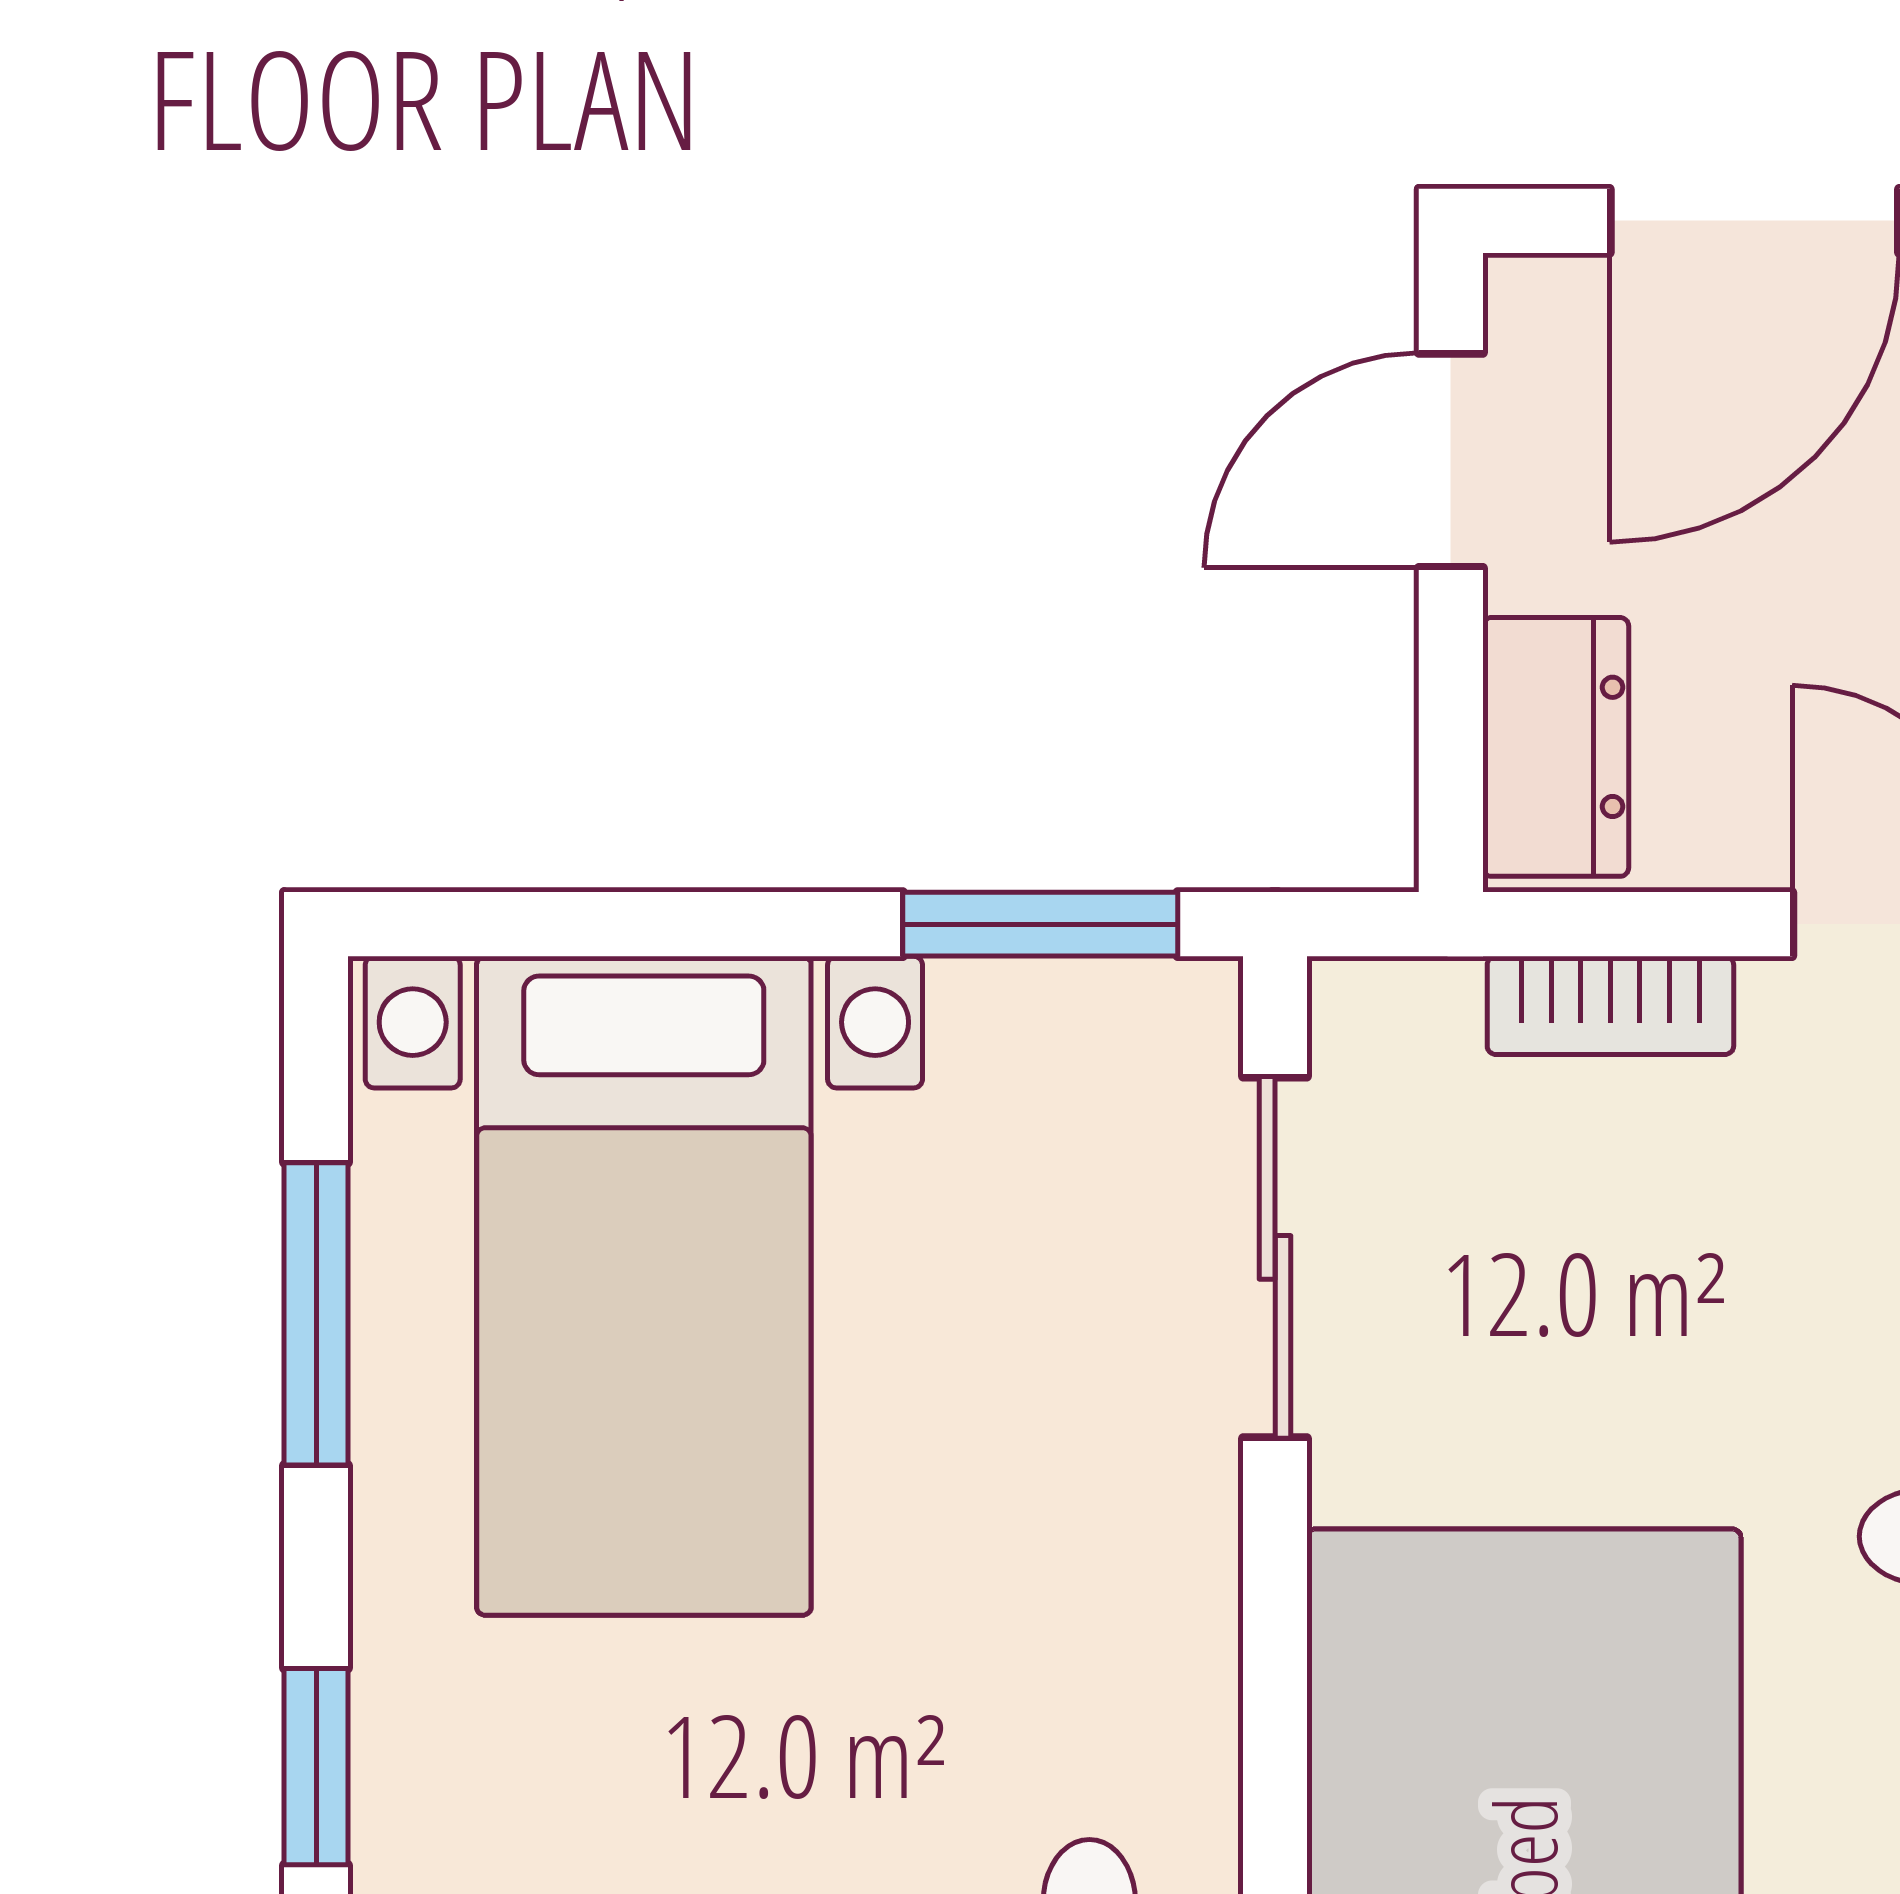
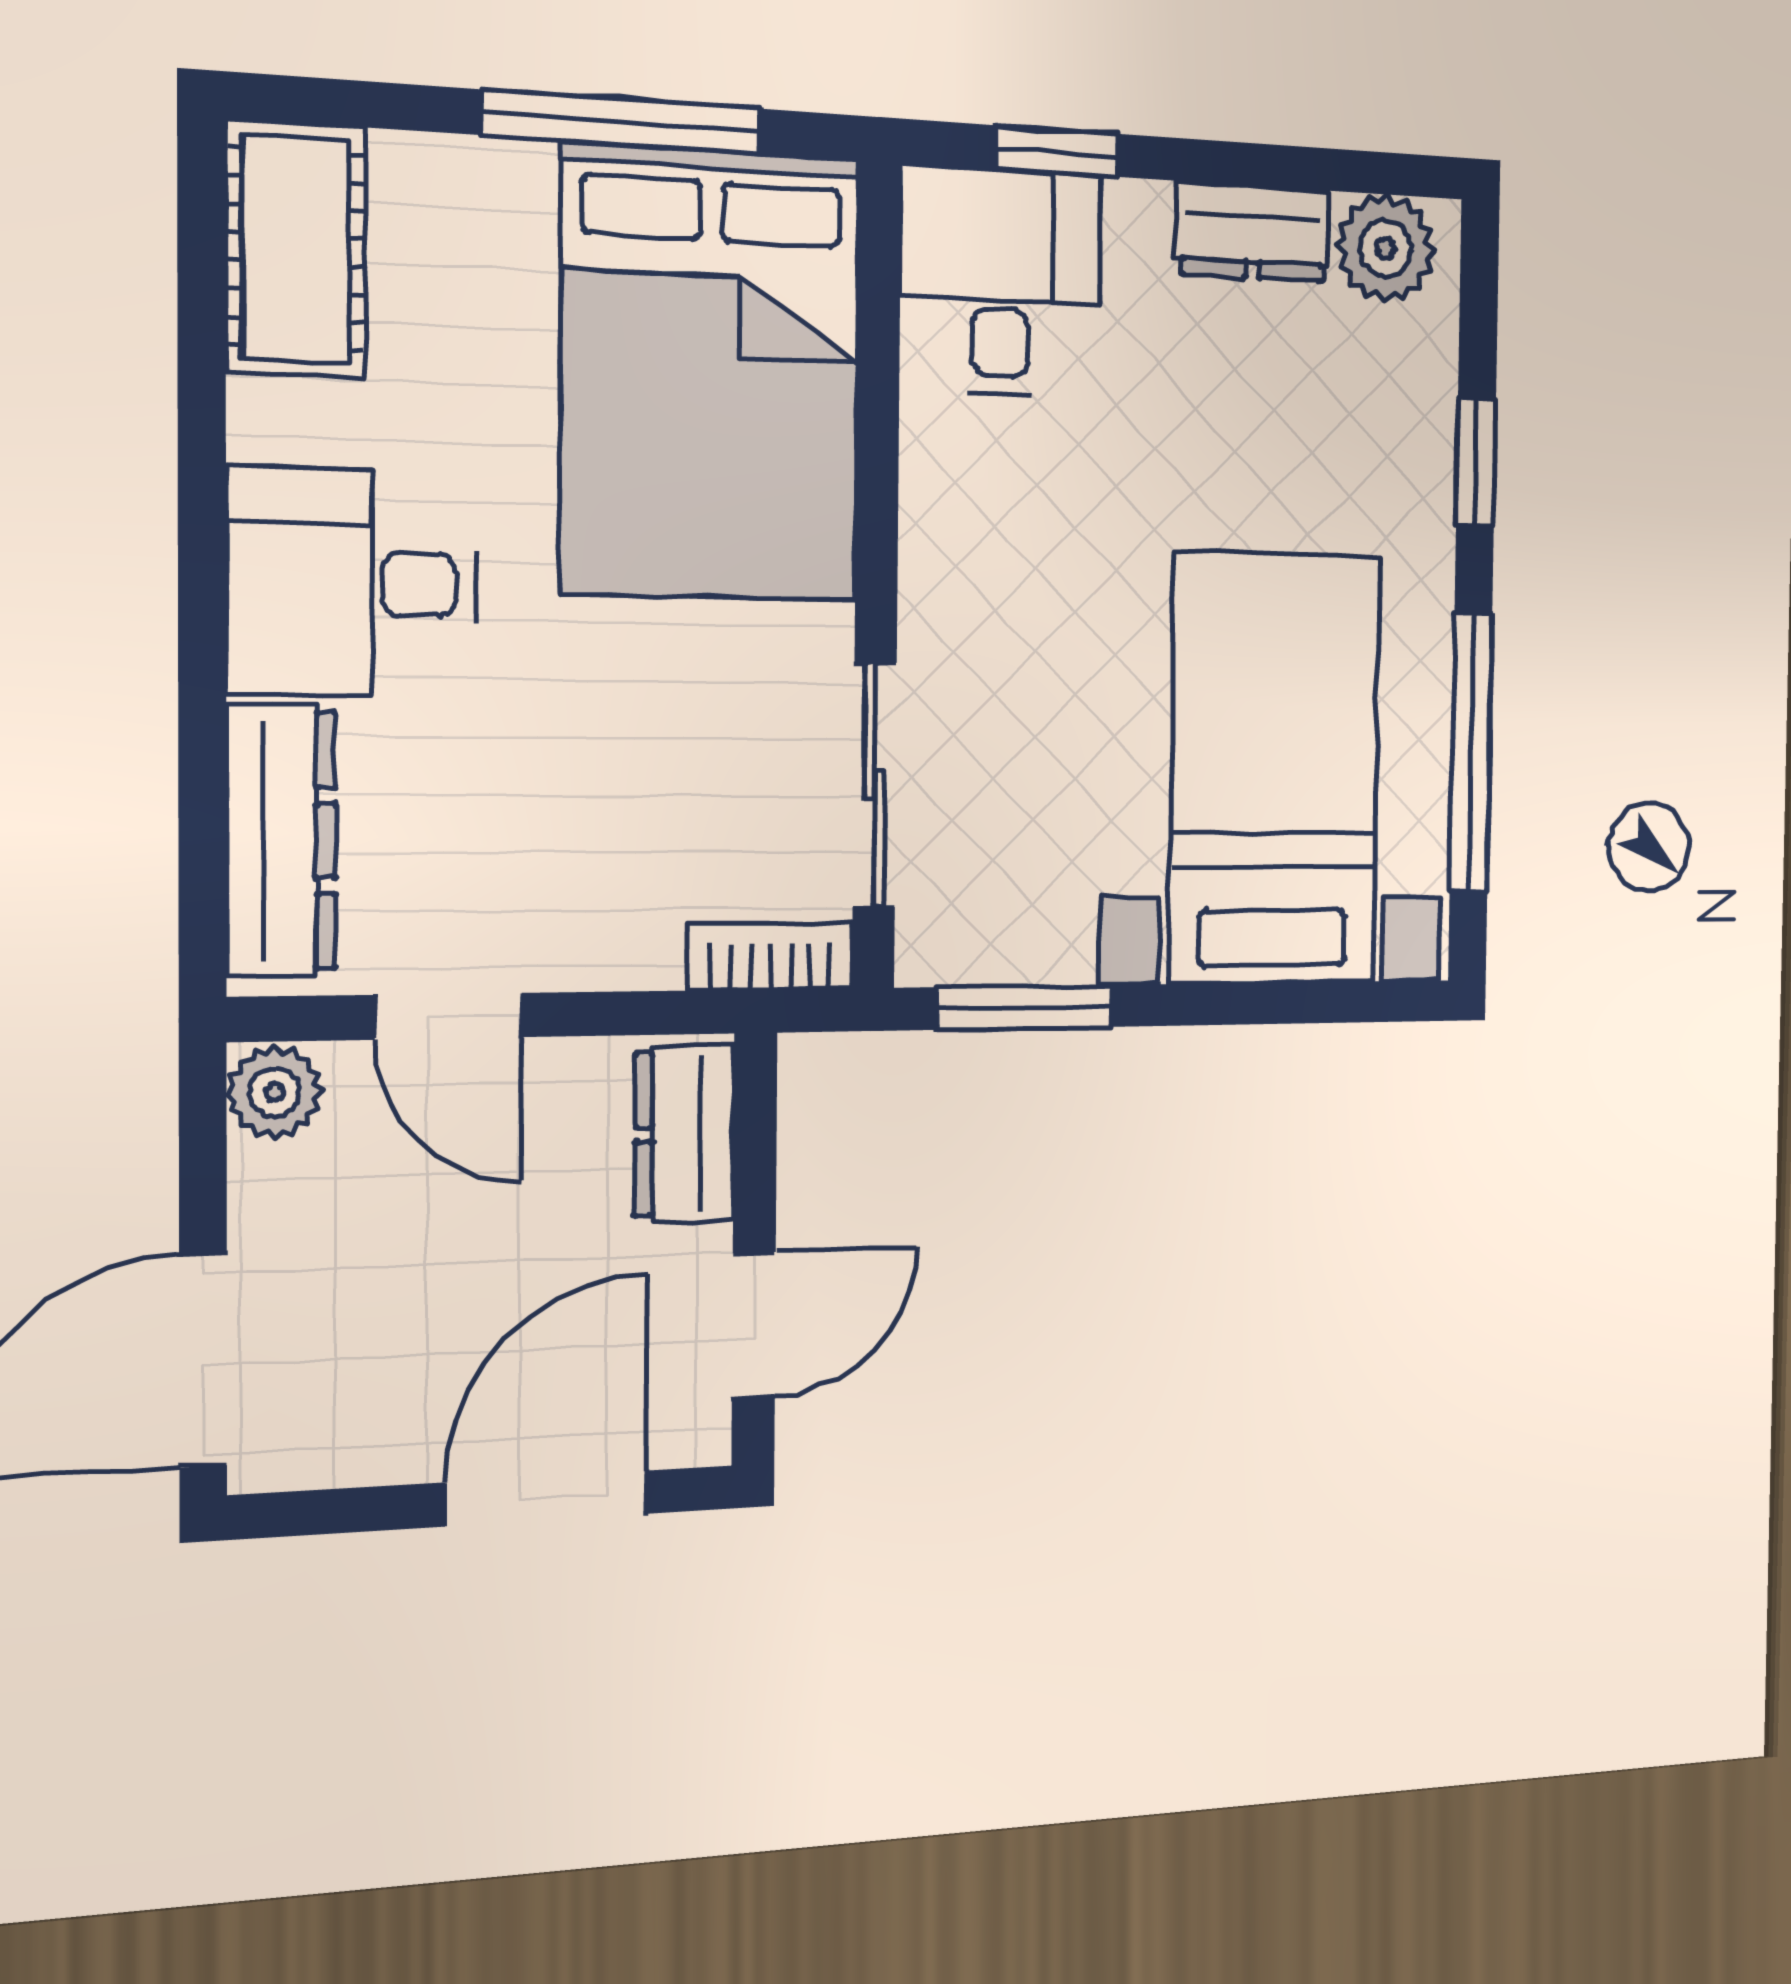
bookcase: (1610, 1005) -> (770, 956), moved
window: (316, 1314) -> (1471, 752), width x1.44

